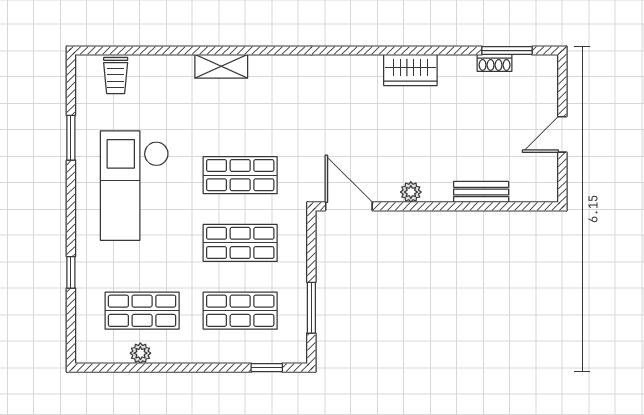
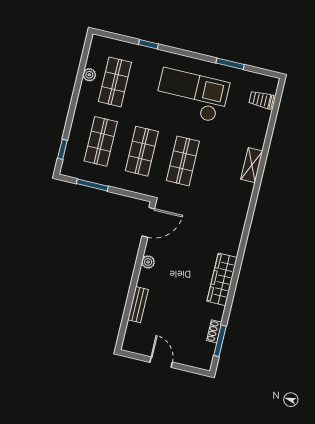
wardrobe: (410, 70) -> (222, 279), width x1.50

